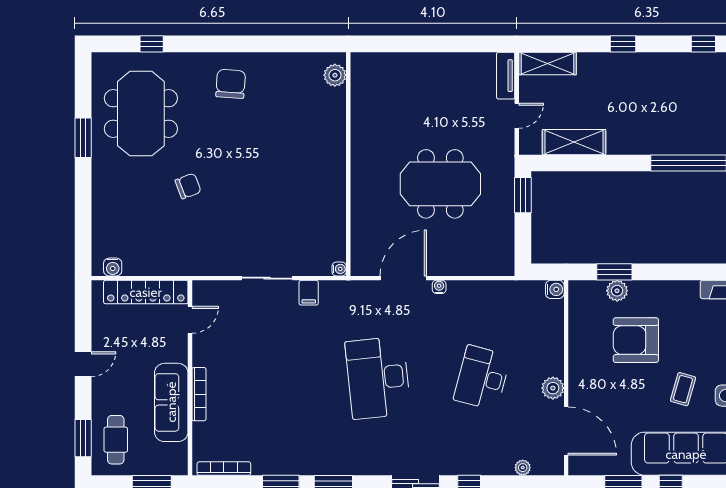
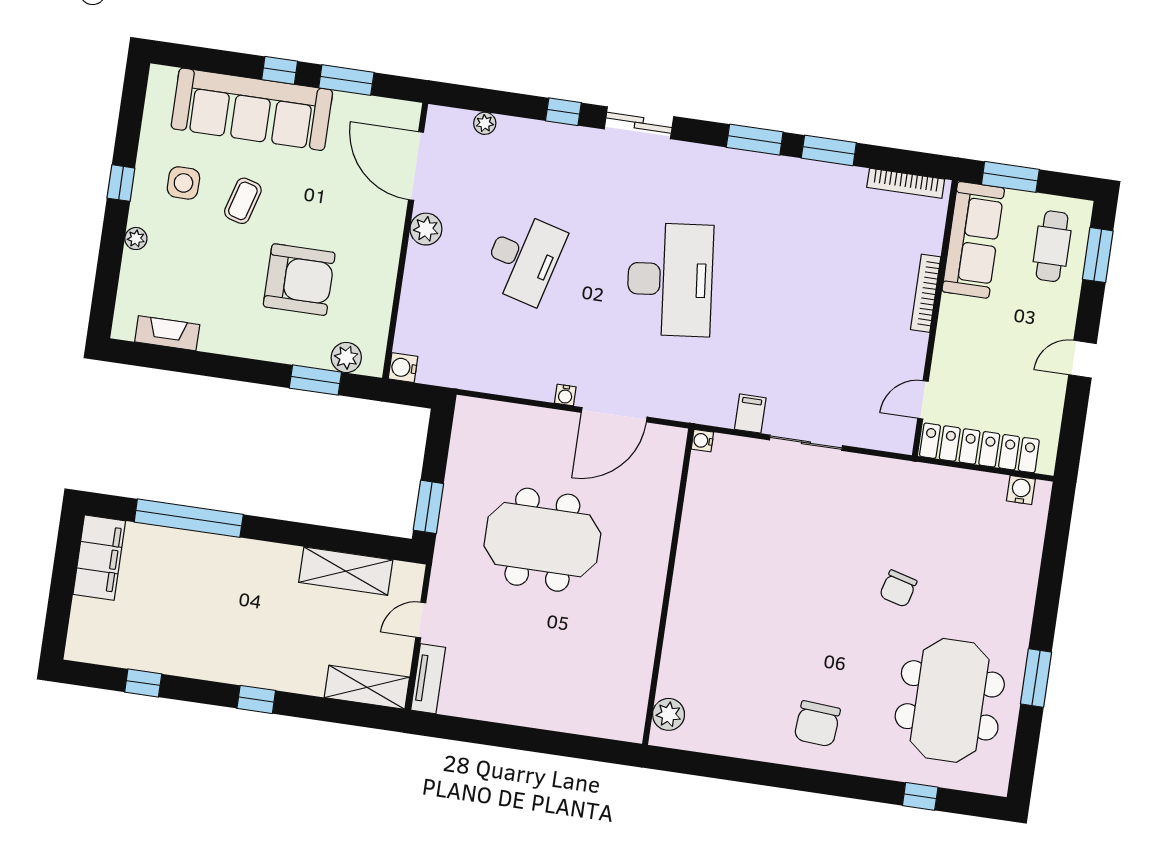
chair: (188, 186) -> (898, 589), turned -54
plant: (617, 291) -> (346, 357), moved
sofa: (171, 402) -> (973, 240), moved

